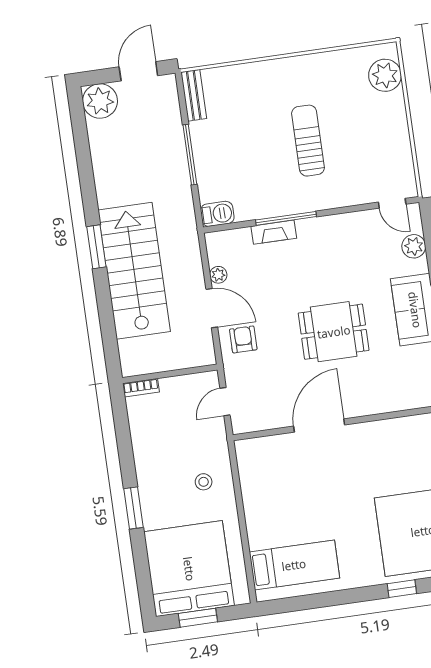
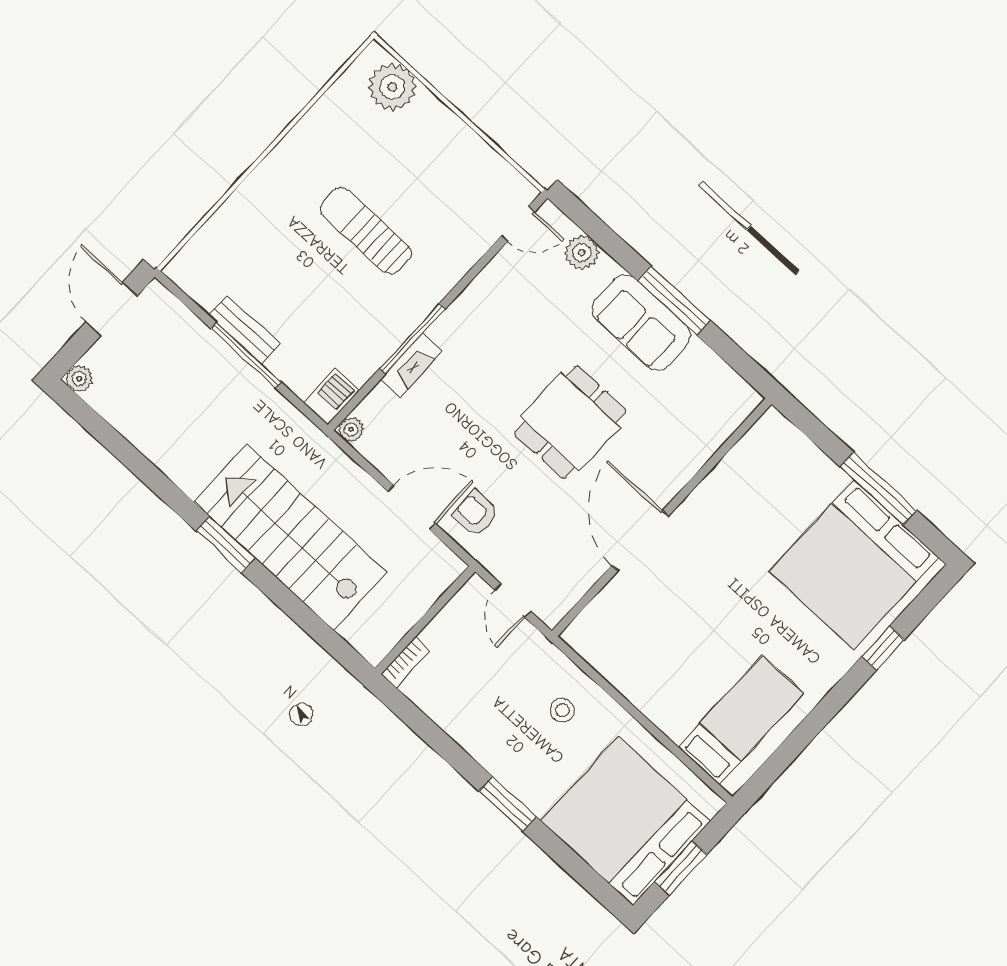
bench: (194, 95) -> (244, 330), moved
plant: (100, 101) -> (79, 378), width x0.53, depth x0.53
plant: (218, 275) -> (351, 430), moved

